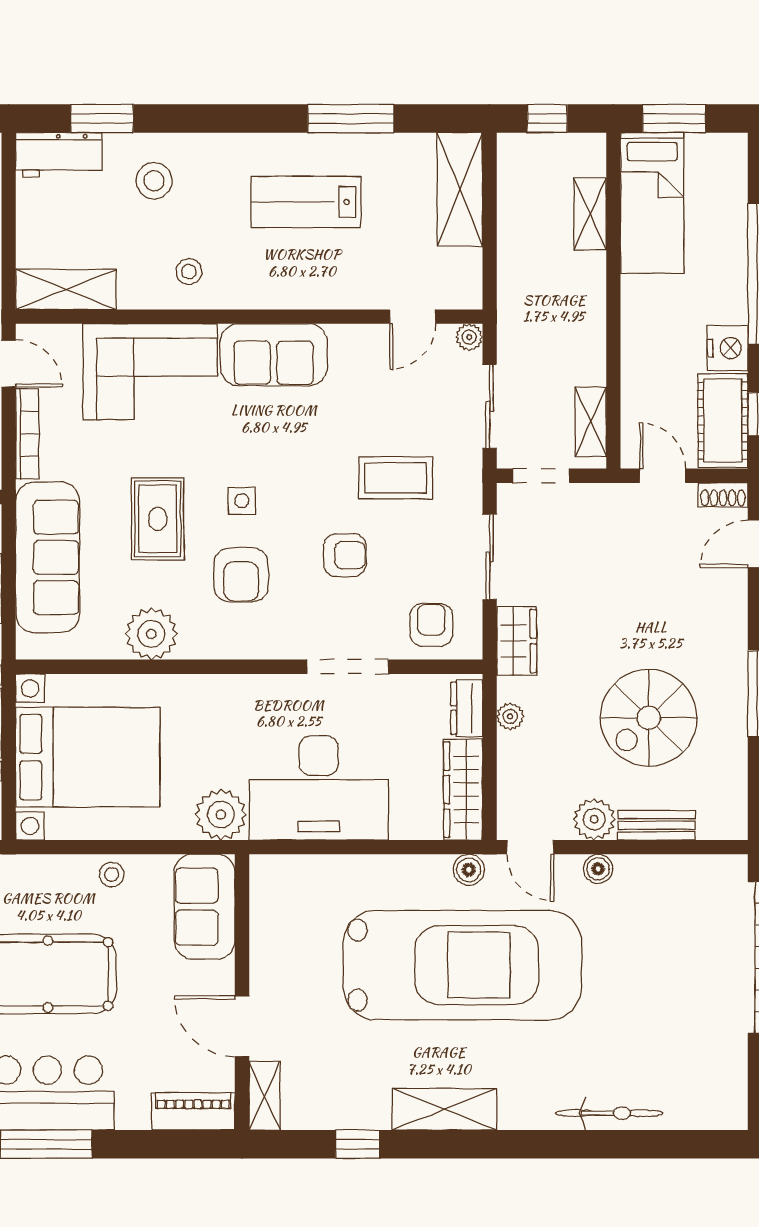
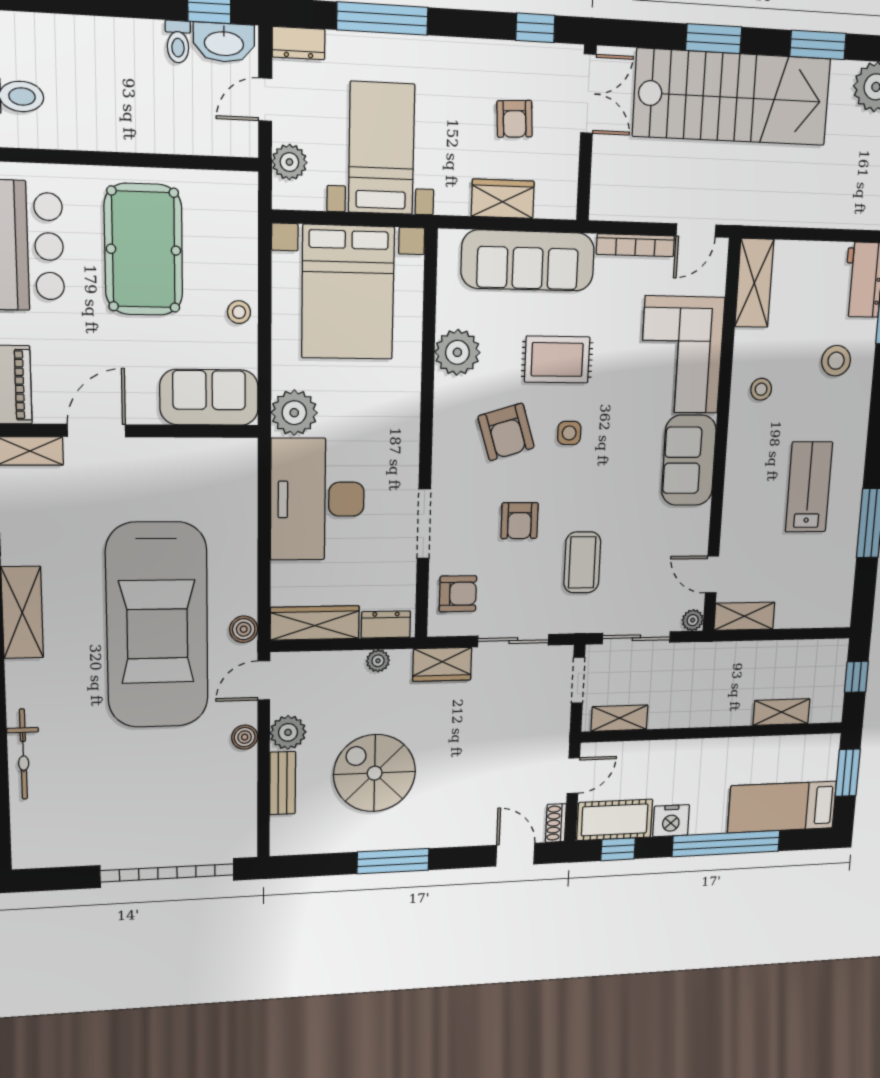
shelving: (460, 189) -> (744, 616), moved, width x0.67, depth x0.75
bed: (652, 203) -> (782, 807), moved
armchair: (241, 575) -> (506, 432), turned -107

